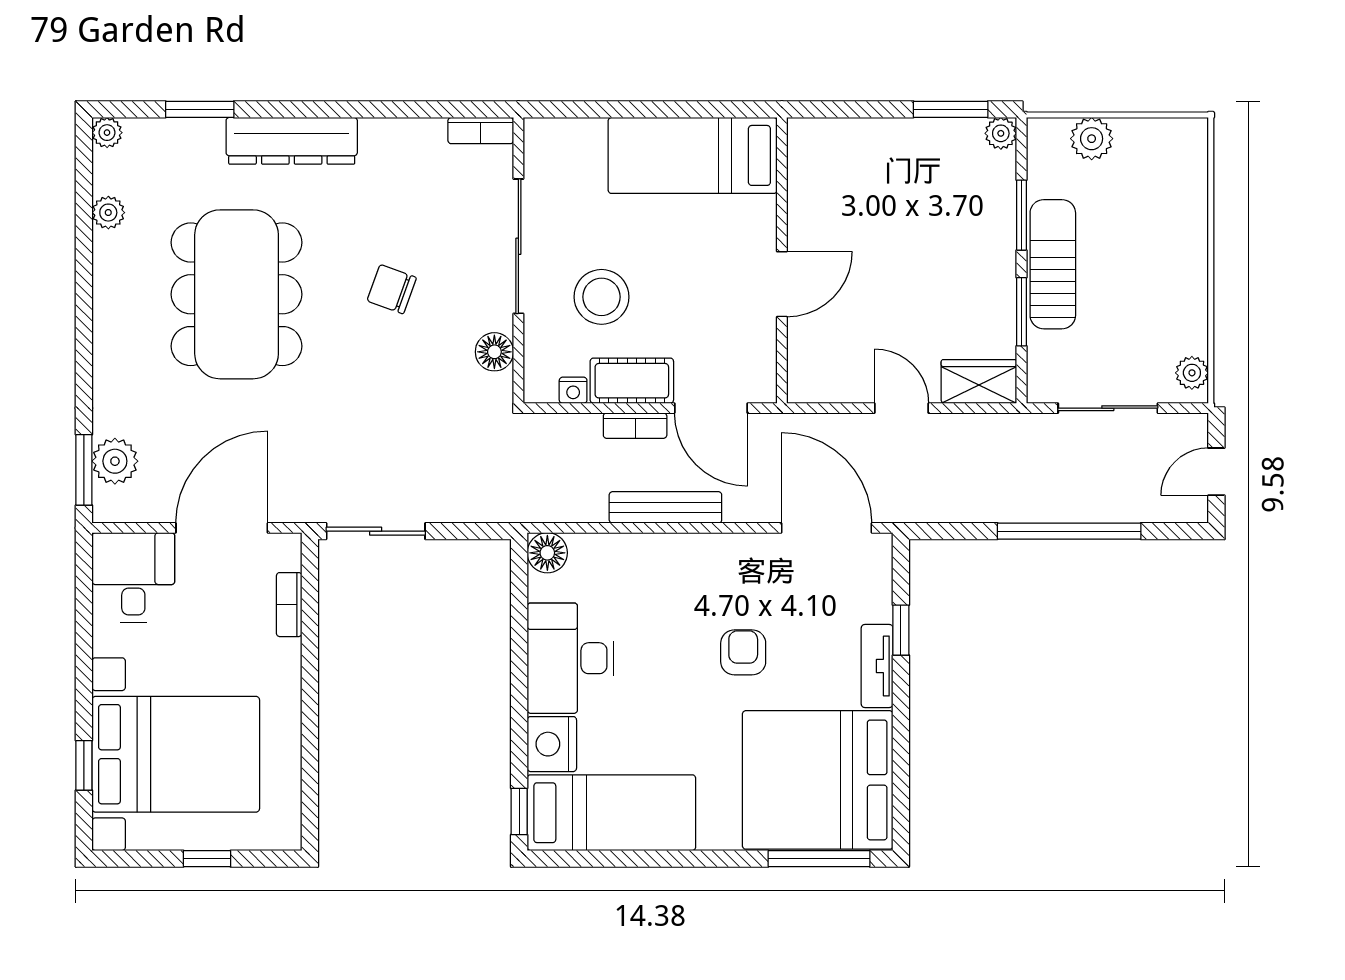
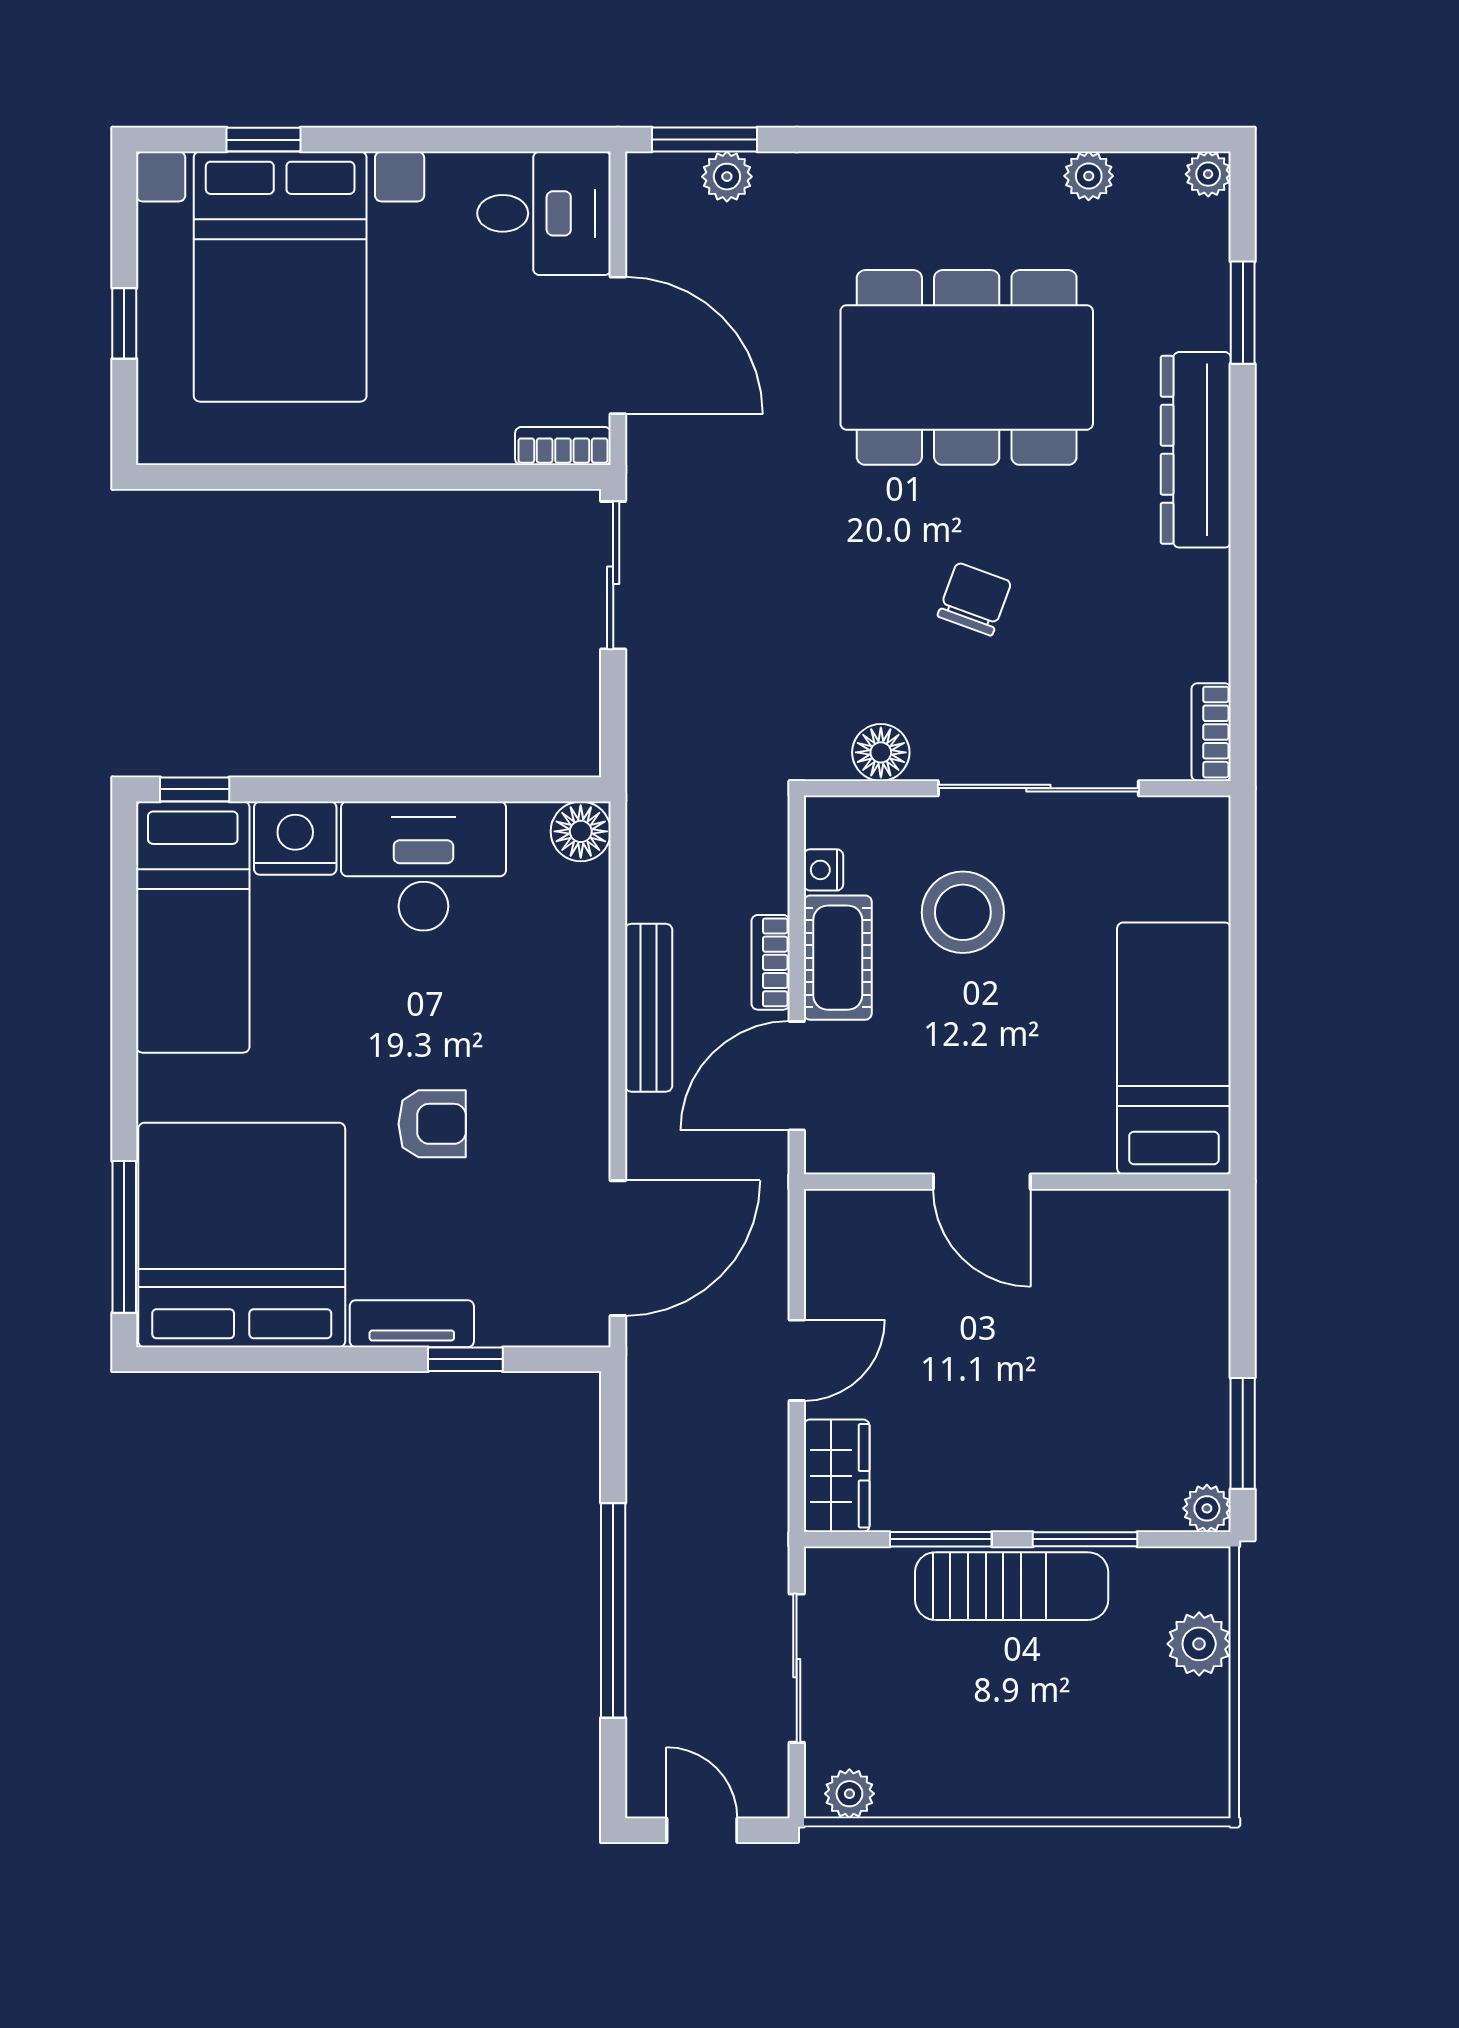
plant: (115, 461) -> (727, 177), width x0.73, depth x0.73
bookcase: (289, 605) -> (563, 446), moved

